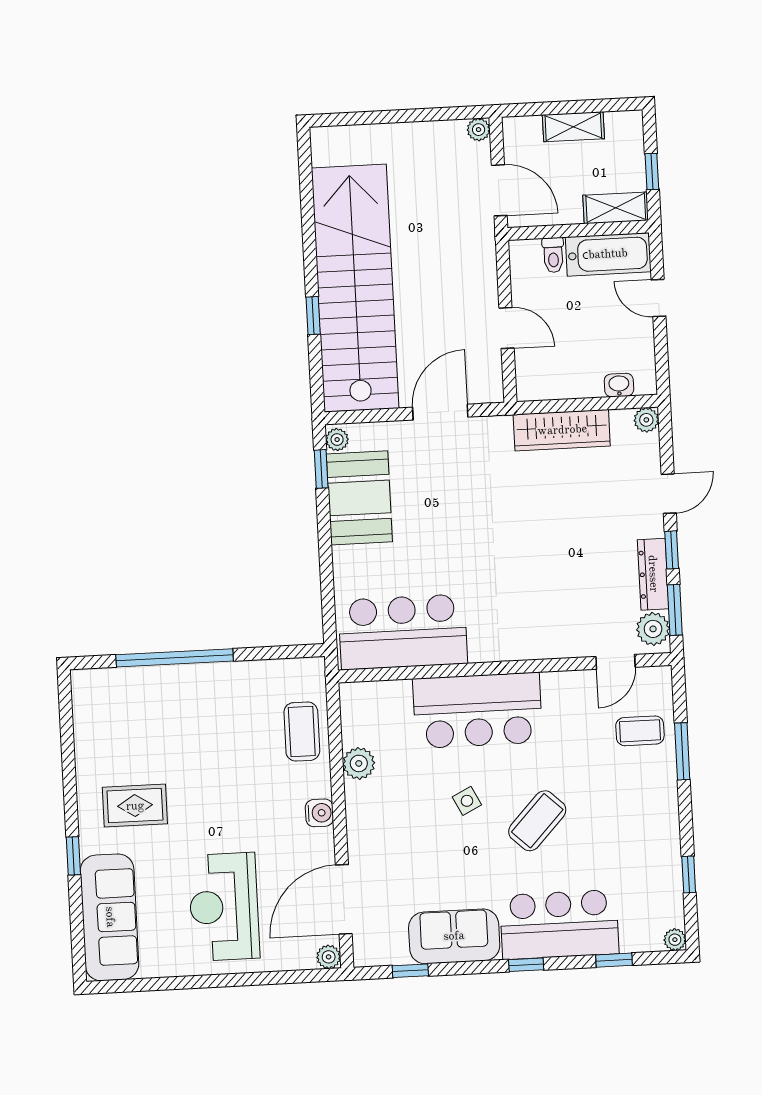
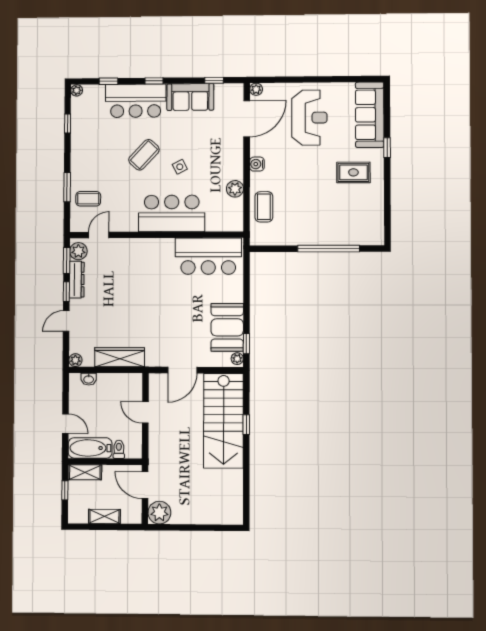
plant: (479, 130) -> (159, 513), width x1.88, depth x1.88
stairs: (355, 288) -> (223, 421), width x0.73

